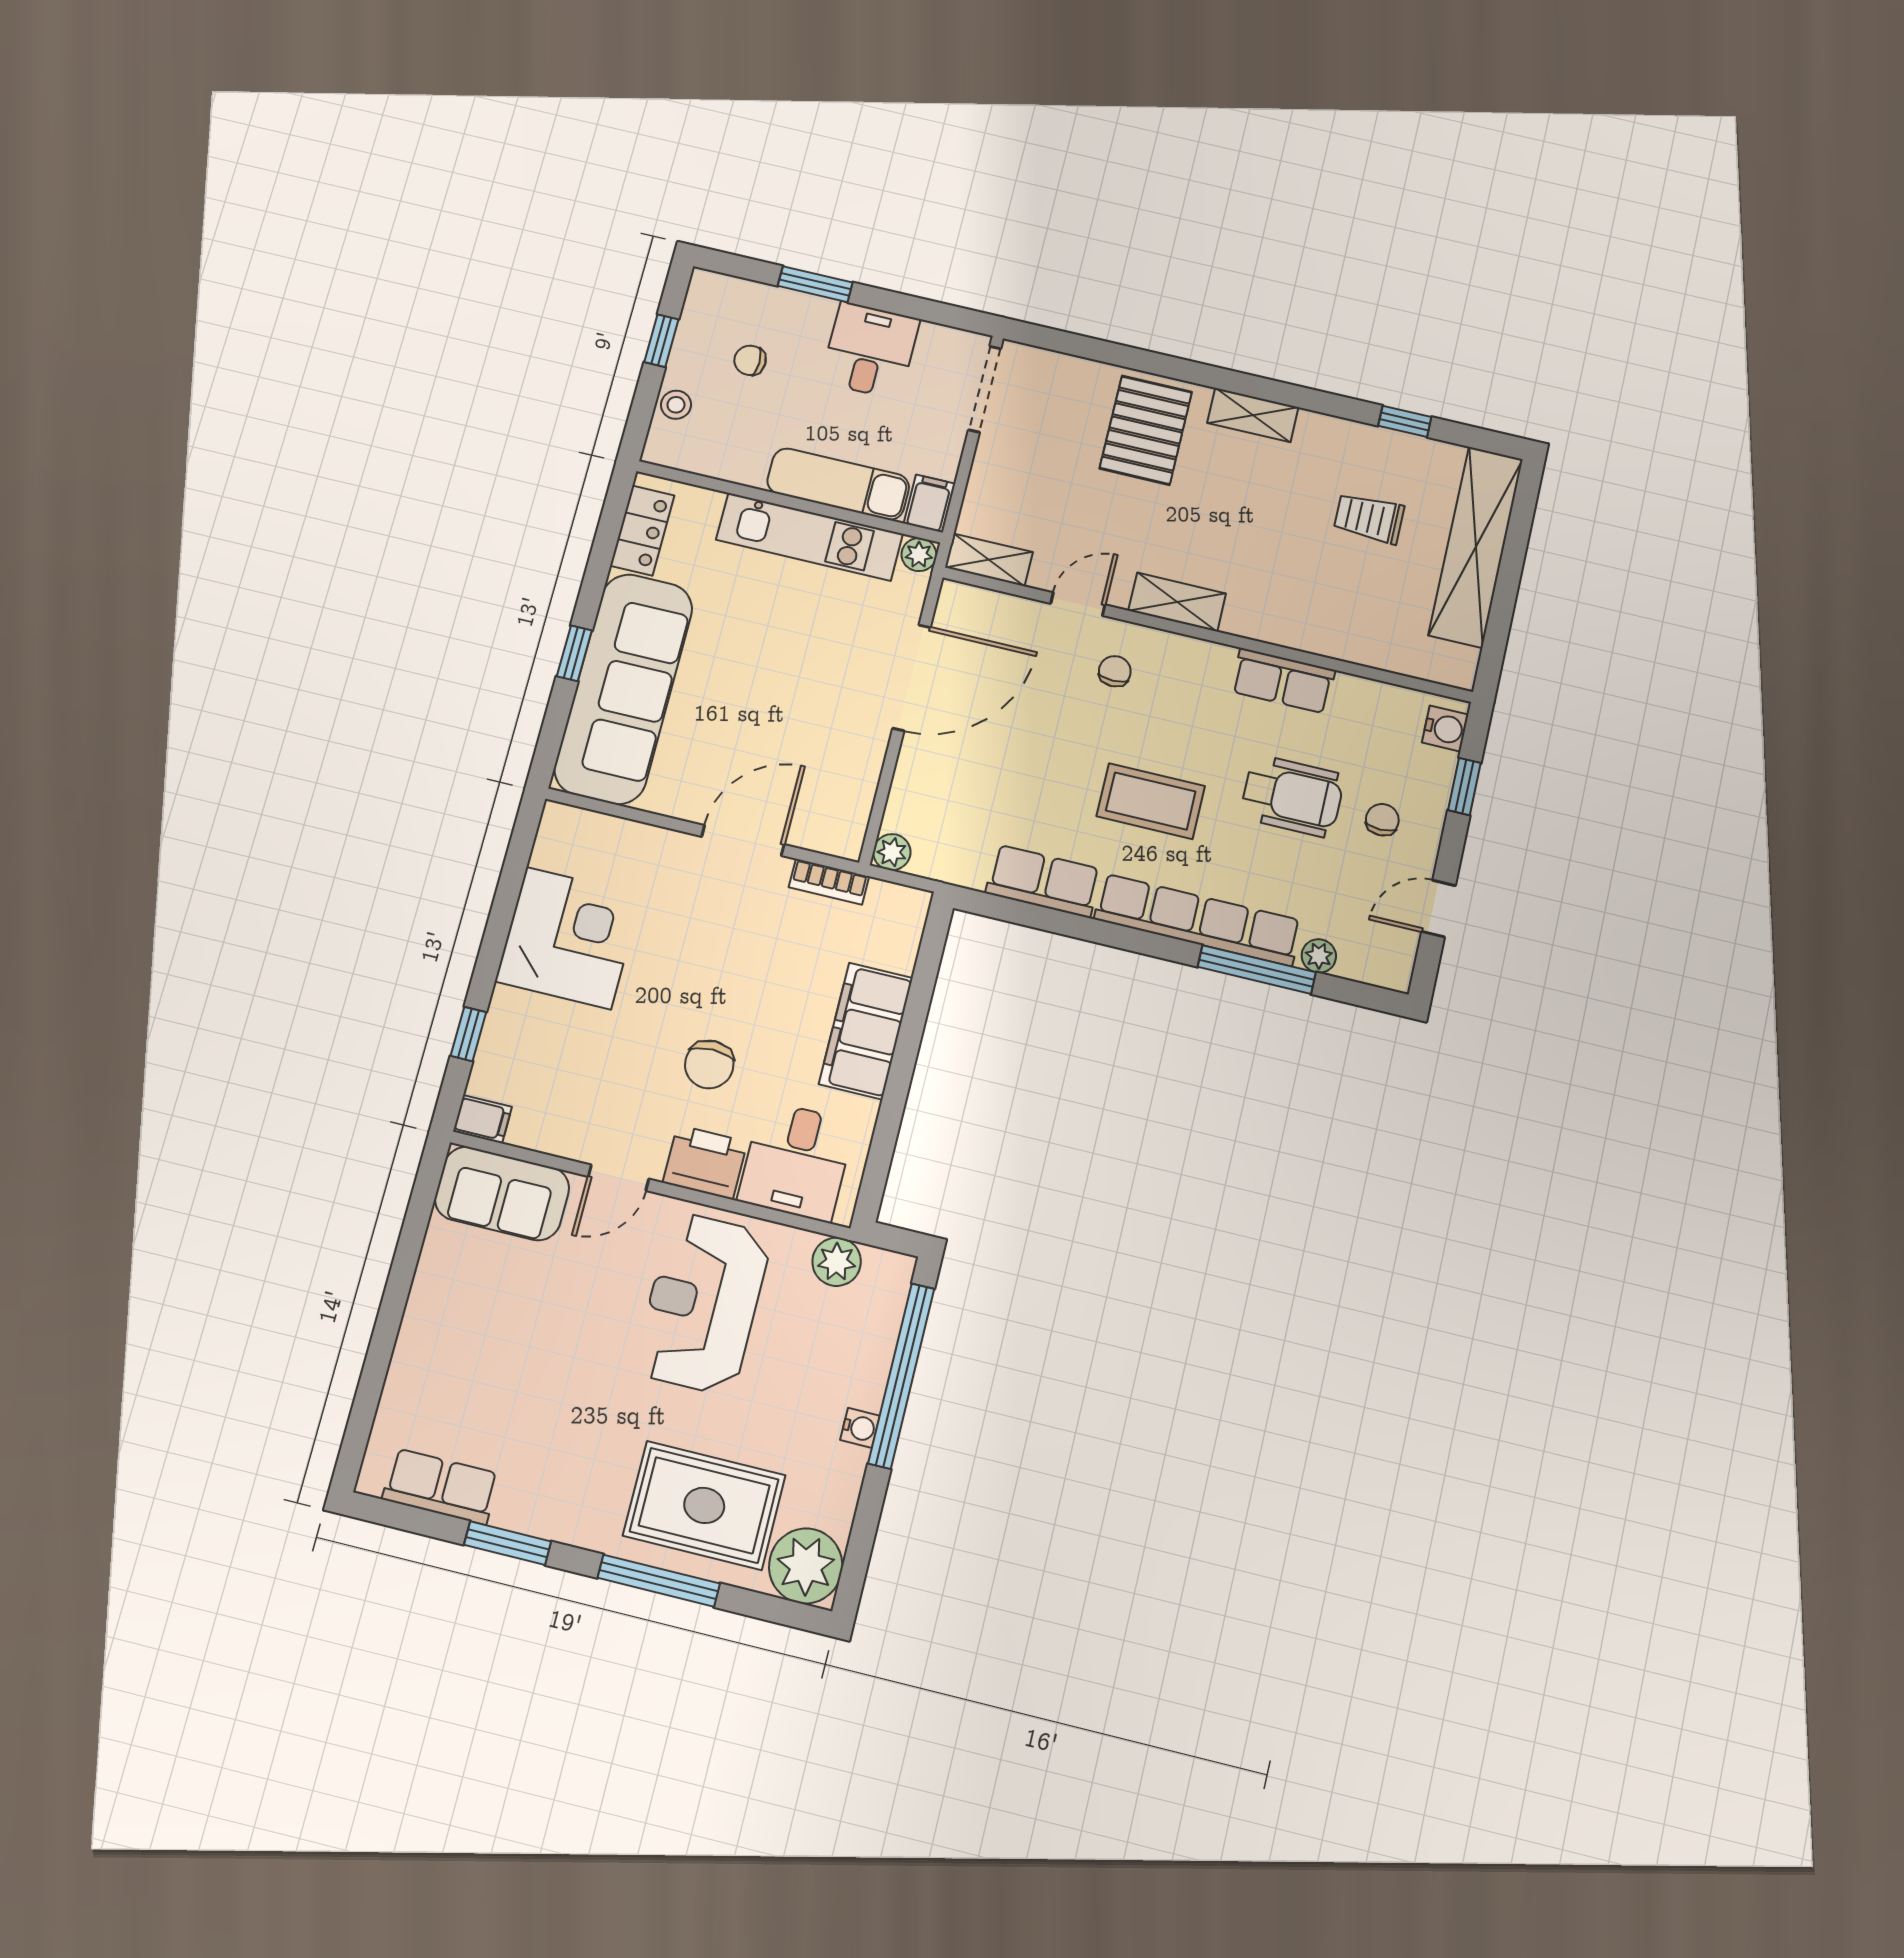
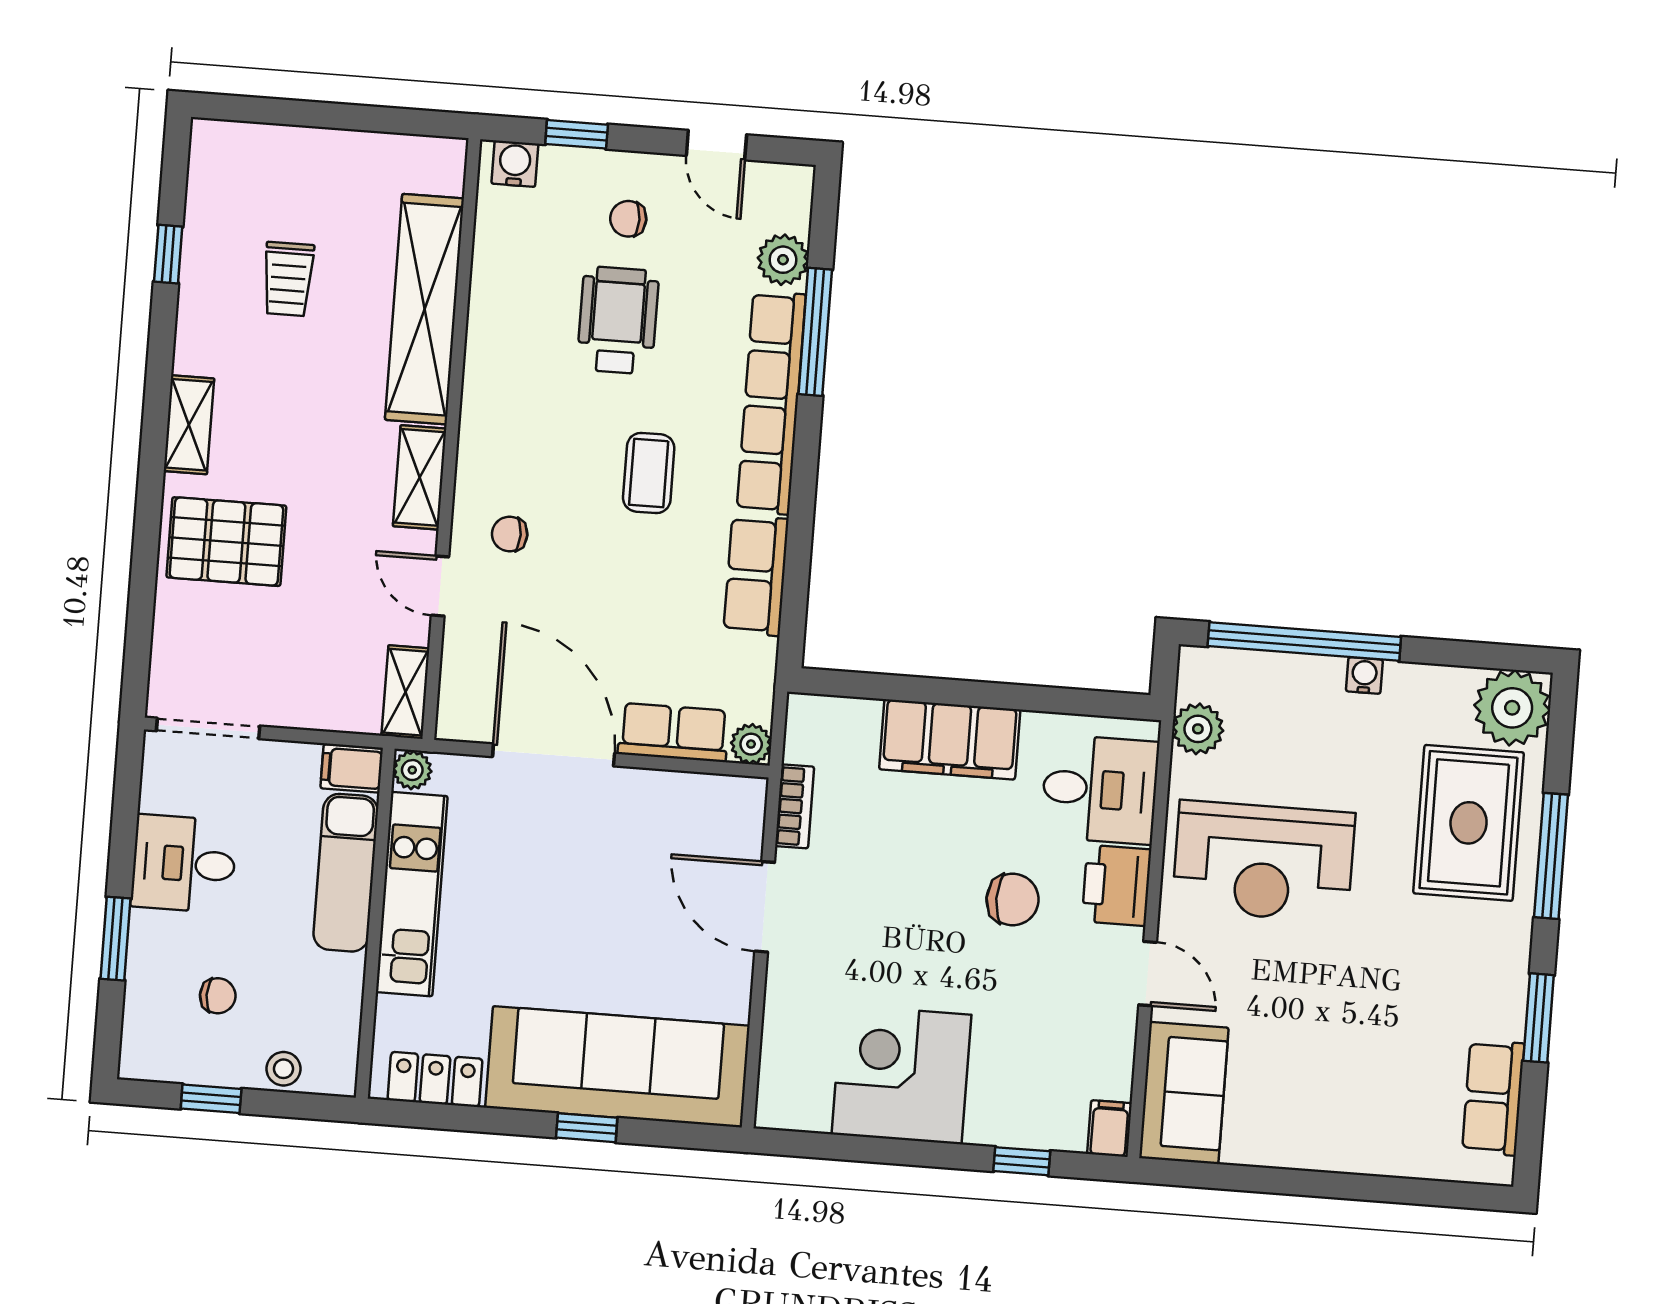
chair: (750, 360) -> (218, 996), turned -90
shelving: (1476, 547) -> (424, 309), moved, turned 90
row of seats: (1283, 681) -> (673, 732), moved, turned -90
coffee table: (1151, 801) -> (649, 473), width x0.73, depth x0.77
plant: (1319, 956) -> (783, 260), width x1.38, depth x1.38

